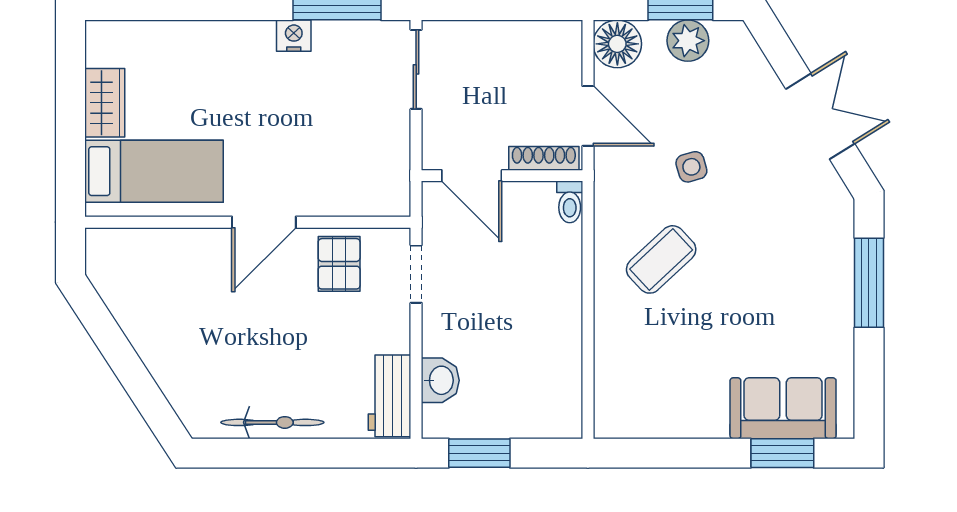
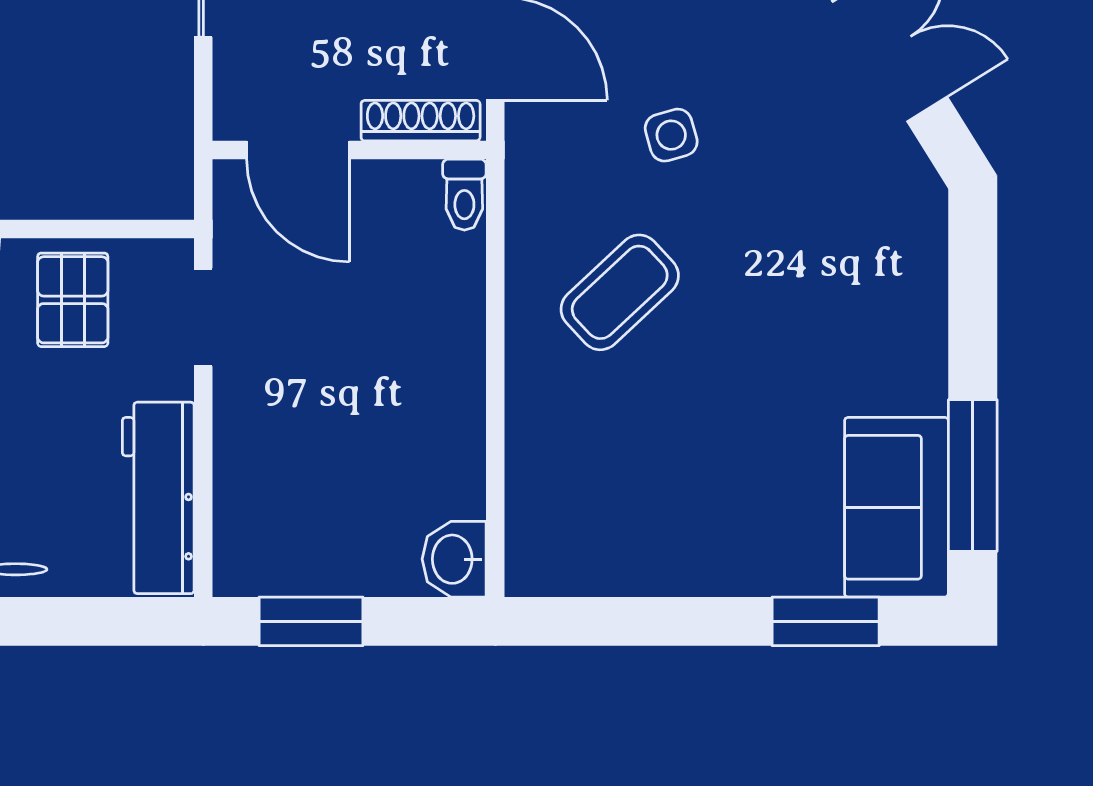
window: (869, 283) -> (973, 475), moved
washbasin: (440, 380) -> (454, 559), moved, turned 180
workbench: (389, 396) -> (158, 498), width x1.37
sofa: (783, 408) -> (896, 507), moved, turned -90

